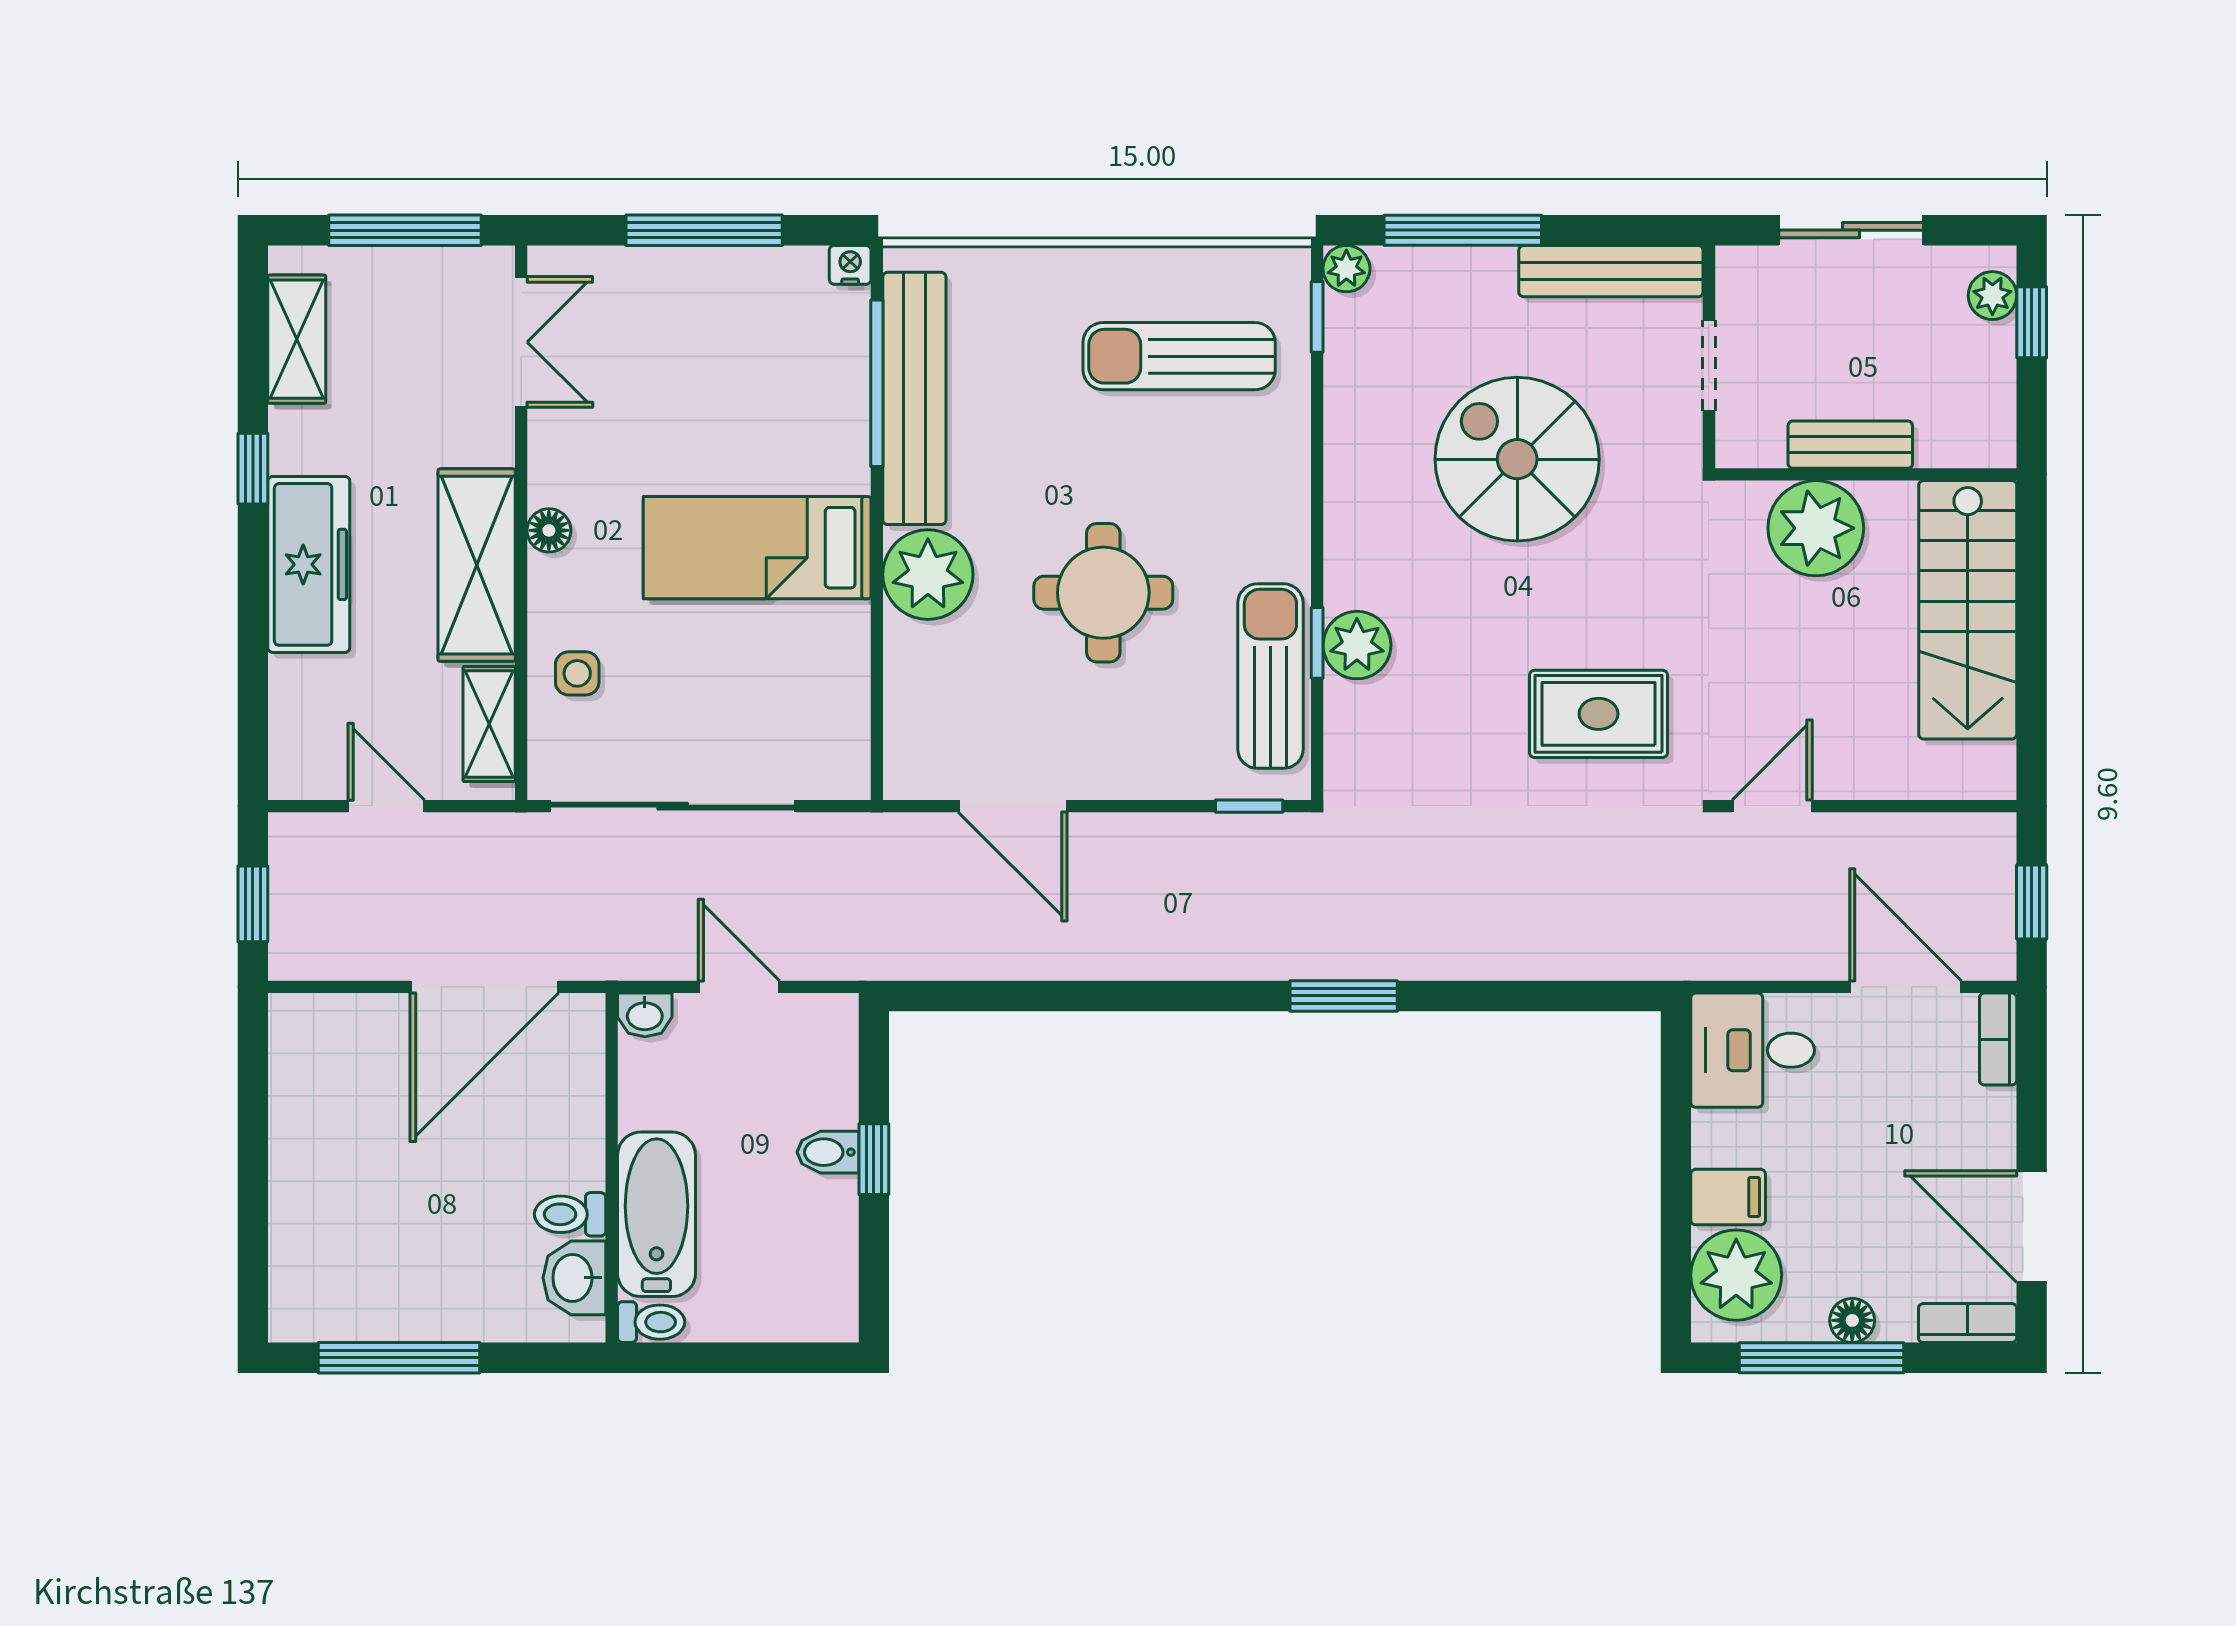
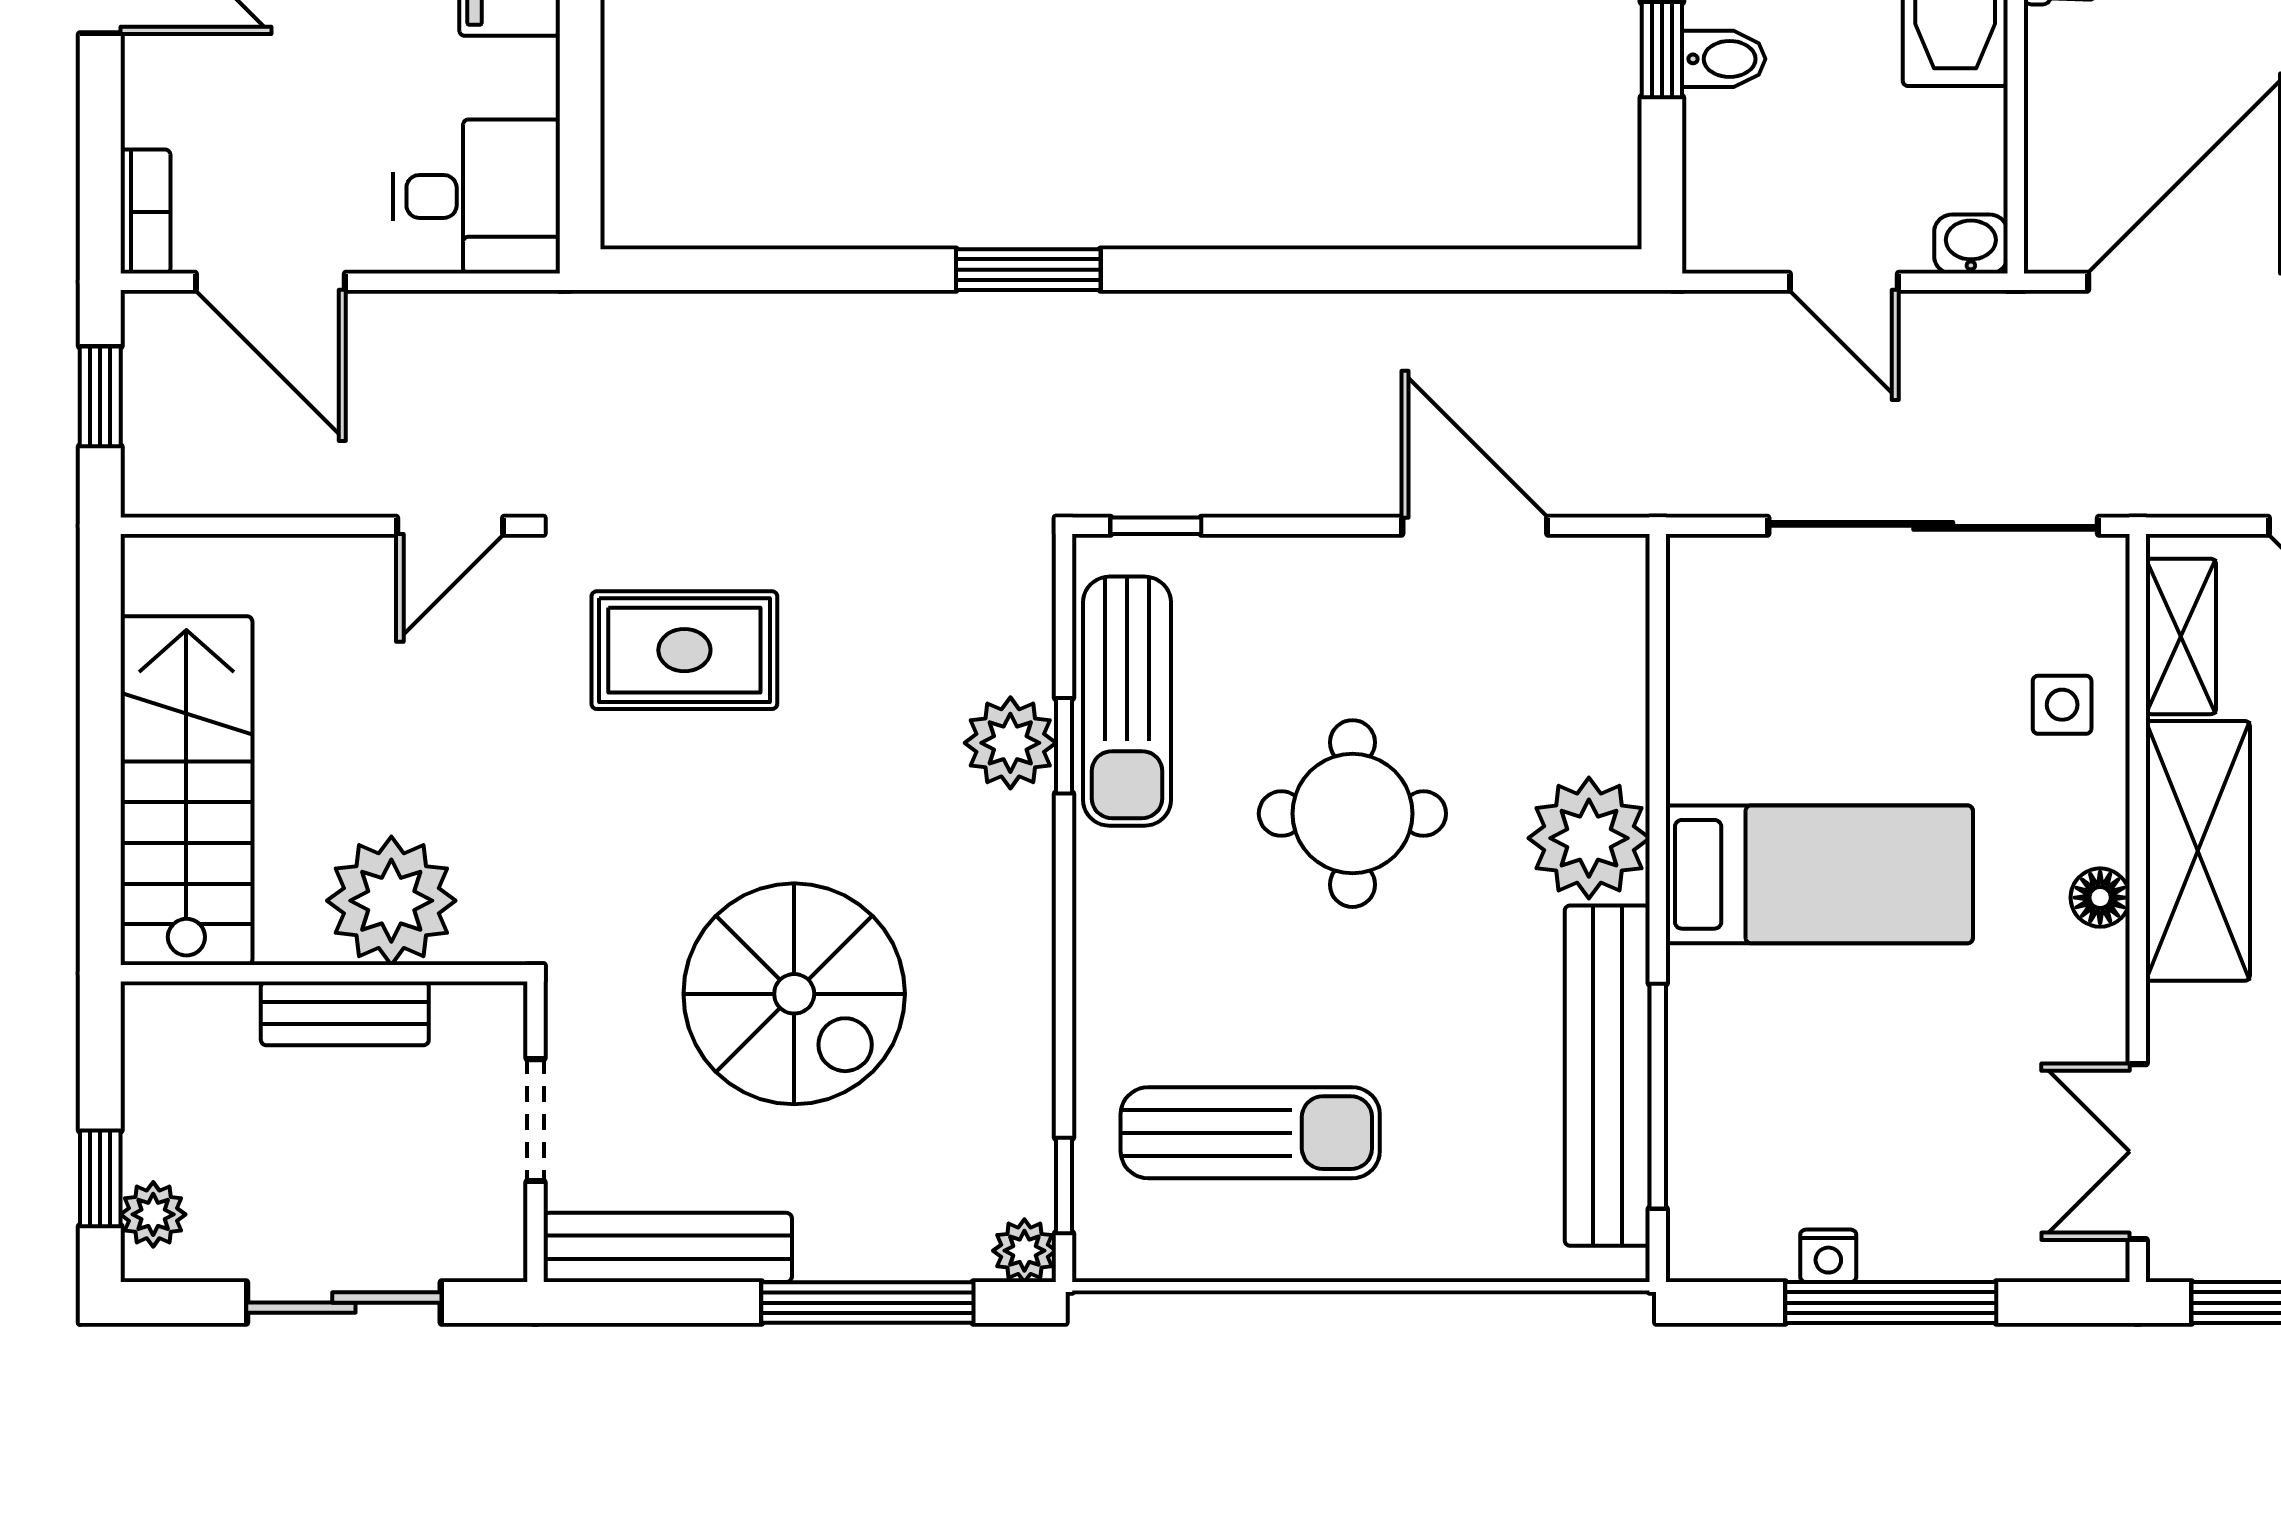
nightstand: (850, 265) -> (1828, 1256), moved

